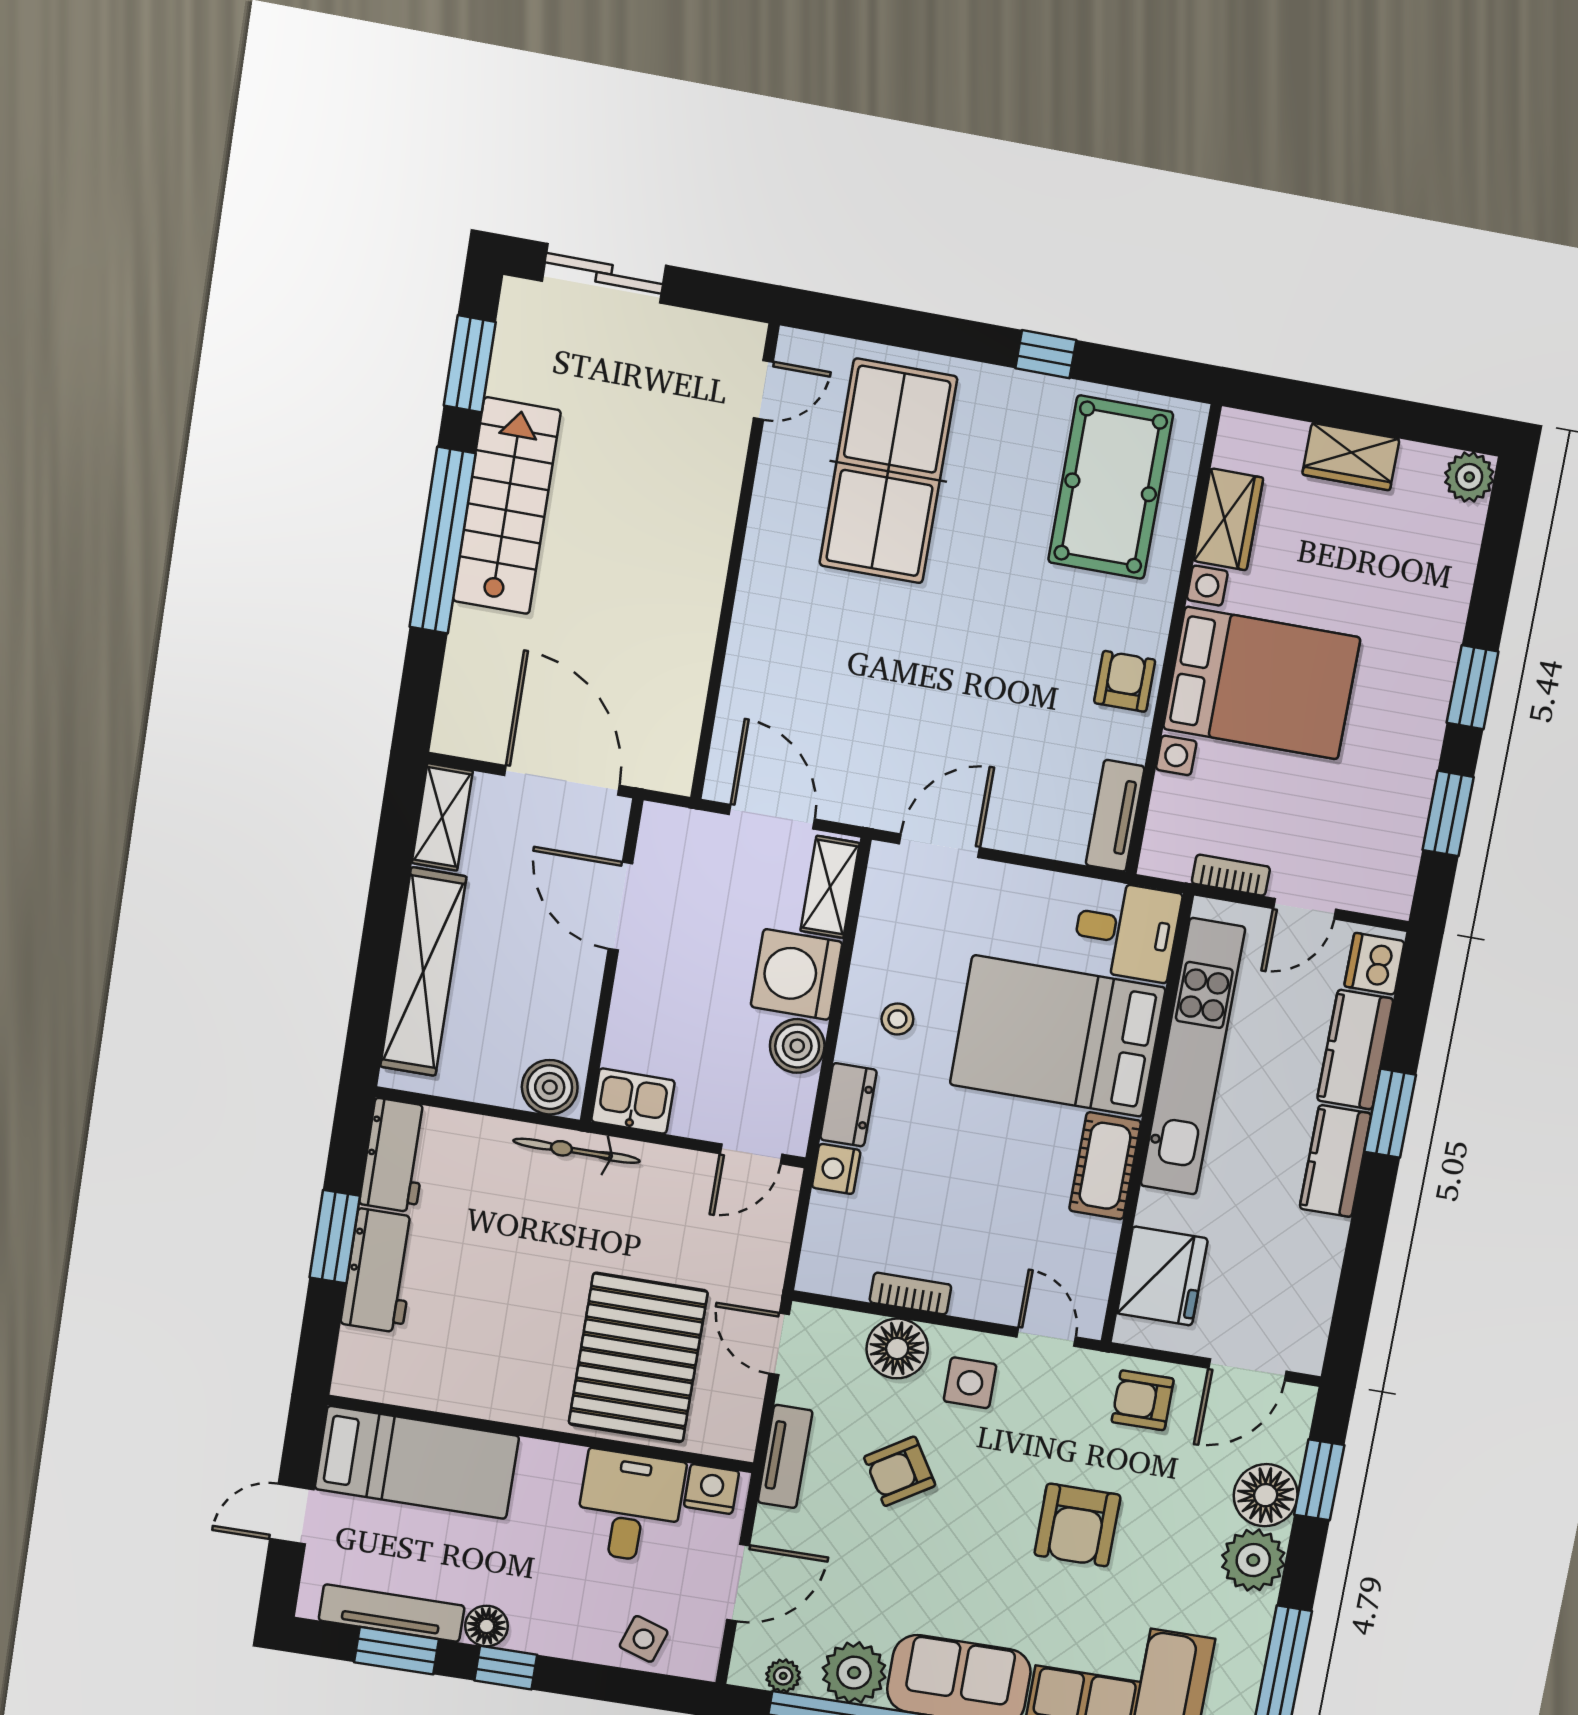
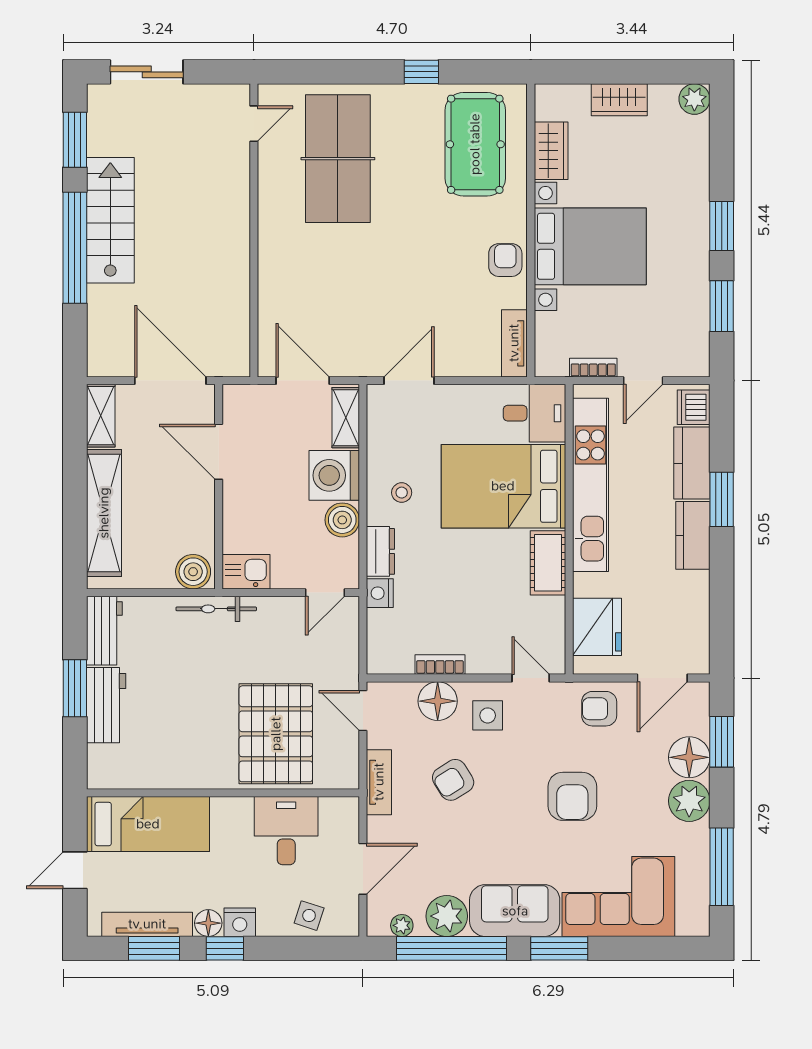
nightstand: (711, 1489) -> (240, 922), moved, turned 180

